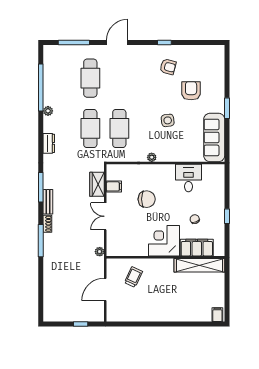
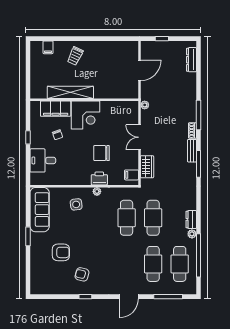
cafe table: (61, 78) -> (180, 264), added
armchair: (191, 91) -> (61, 252), turned -90
side table: (168, 120) -> (76, 204), moved
dresser: (49, 143) -> (191, 219), moved
printer: (149, 171) -> (99, 179), added
desk: (188, 178) -> (43, 160), moved, turned 90
filing cabinet: (114, 186) -> (132, 175), moved
double door: (105, 216) -> (139, 137), swing flipped
shelving: (199, 265) -> (70, 92), moved
trolley: (133, 277) -> (75, 56), moved
dresser: (48, 301) -> (192, 60), added
filing cabinet: (217, 315) -> (48, 47), moved

